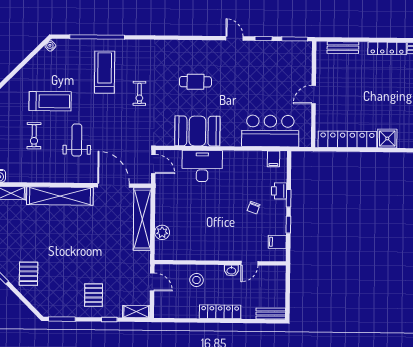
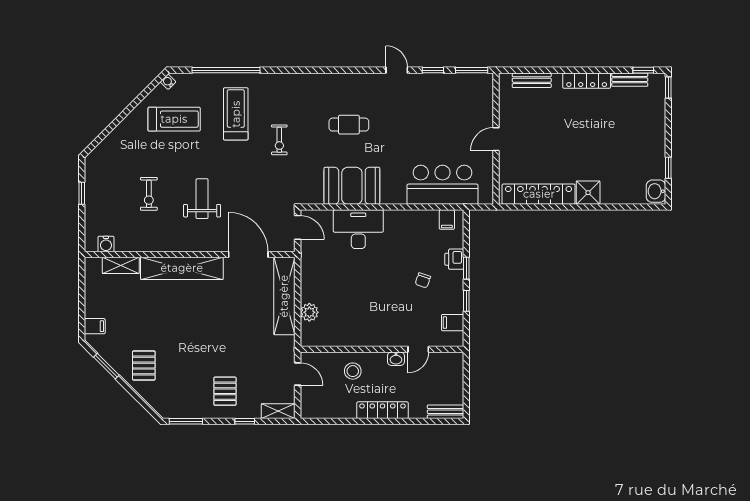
treadmill: (50, 101) -> (174, 119), moved

